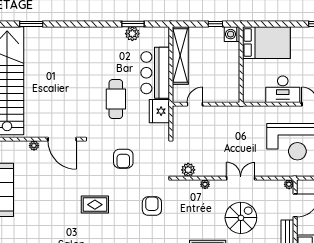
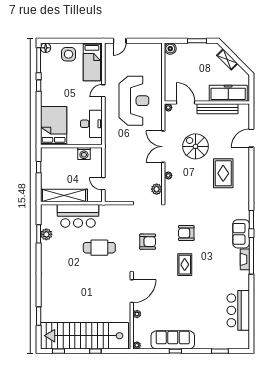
washing machine: (232, 34) -> (84, 154), moved
desk: (283, 89) -> (91, 124), moved
fridge: (159, 111) -> (109, 212), removed
double door: (241, 178) -> (163, 147), width x1.37
armchair: (152, 206) -> (186, 233), moved

